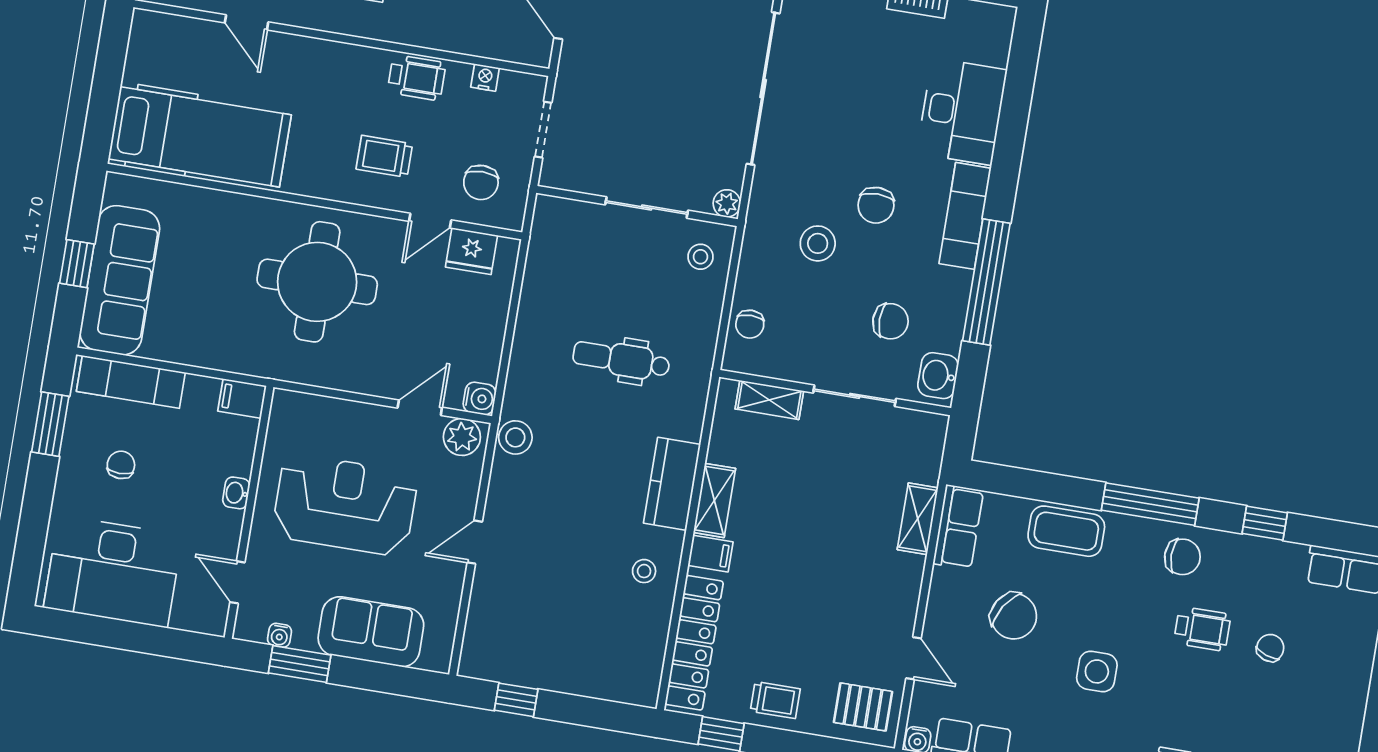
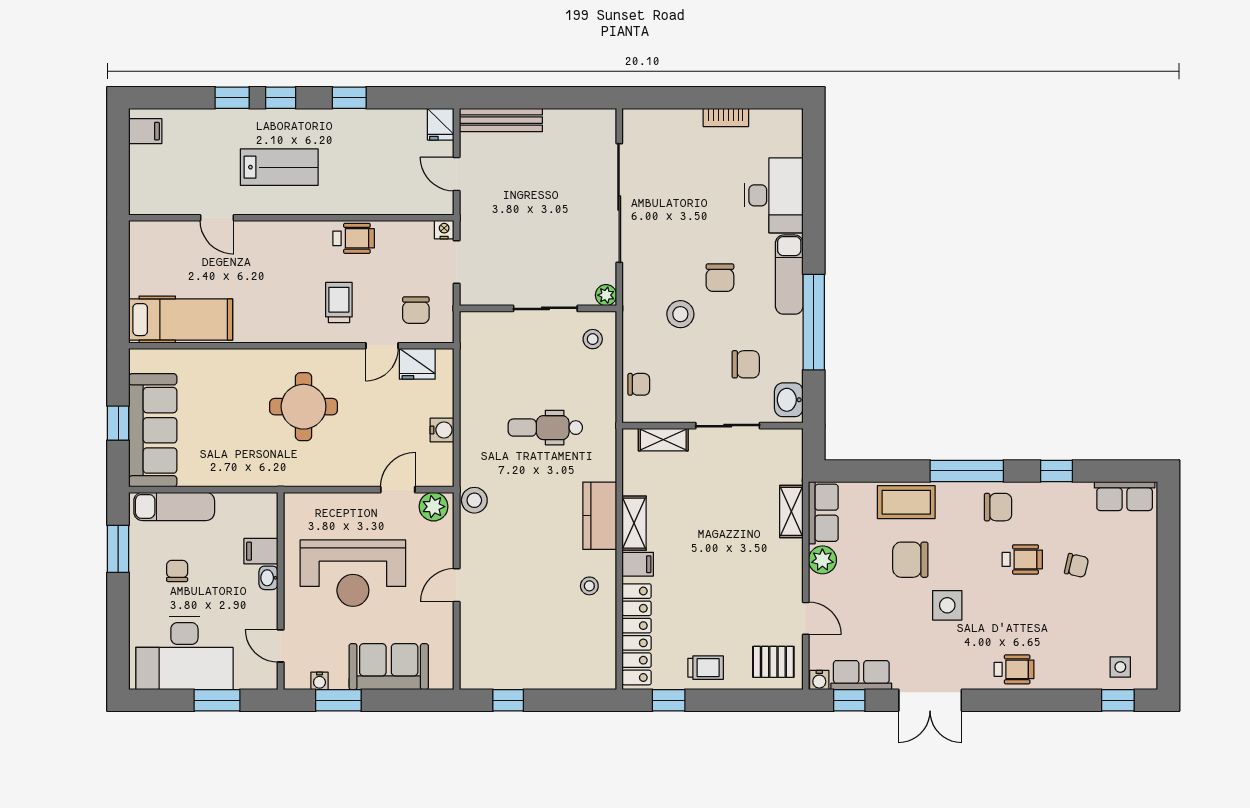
nightstand: (485, 78) -> (444, 230), moved
hospital bed: (200, 137) -> (181, 320), width x0.73, depth x0.78
trolley: (384, 156) -> (339, 303), turned 90
round table: (317, 282) -> (304, 407), width x0.73, depth x0.73
chair: (750, 324) -> (639, 384), turned -90
filing cabinet: (242, 398) -> (261, 551), moved
water cooler: (479, 399) -> (442, 430), moved
reception desk: (345, 505) -> (353, 573), turned 180
plant: (947, 587) -> (822, 560), added
chair: (1014, 616) -> (910, 560), moved, turned 148
window: (145, 638) -> (217, 700), added
chair: (1270, 648) -> (1077, 565), turned 84

